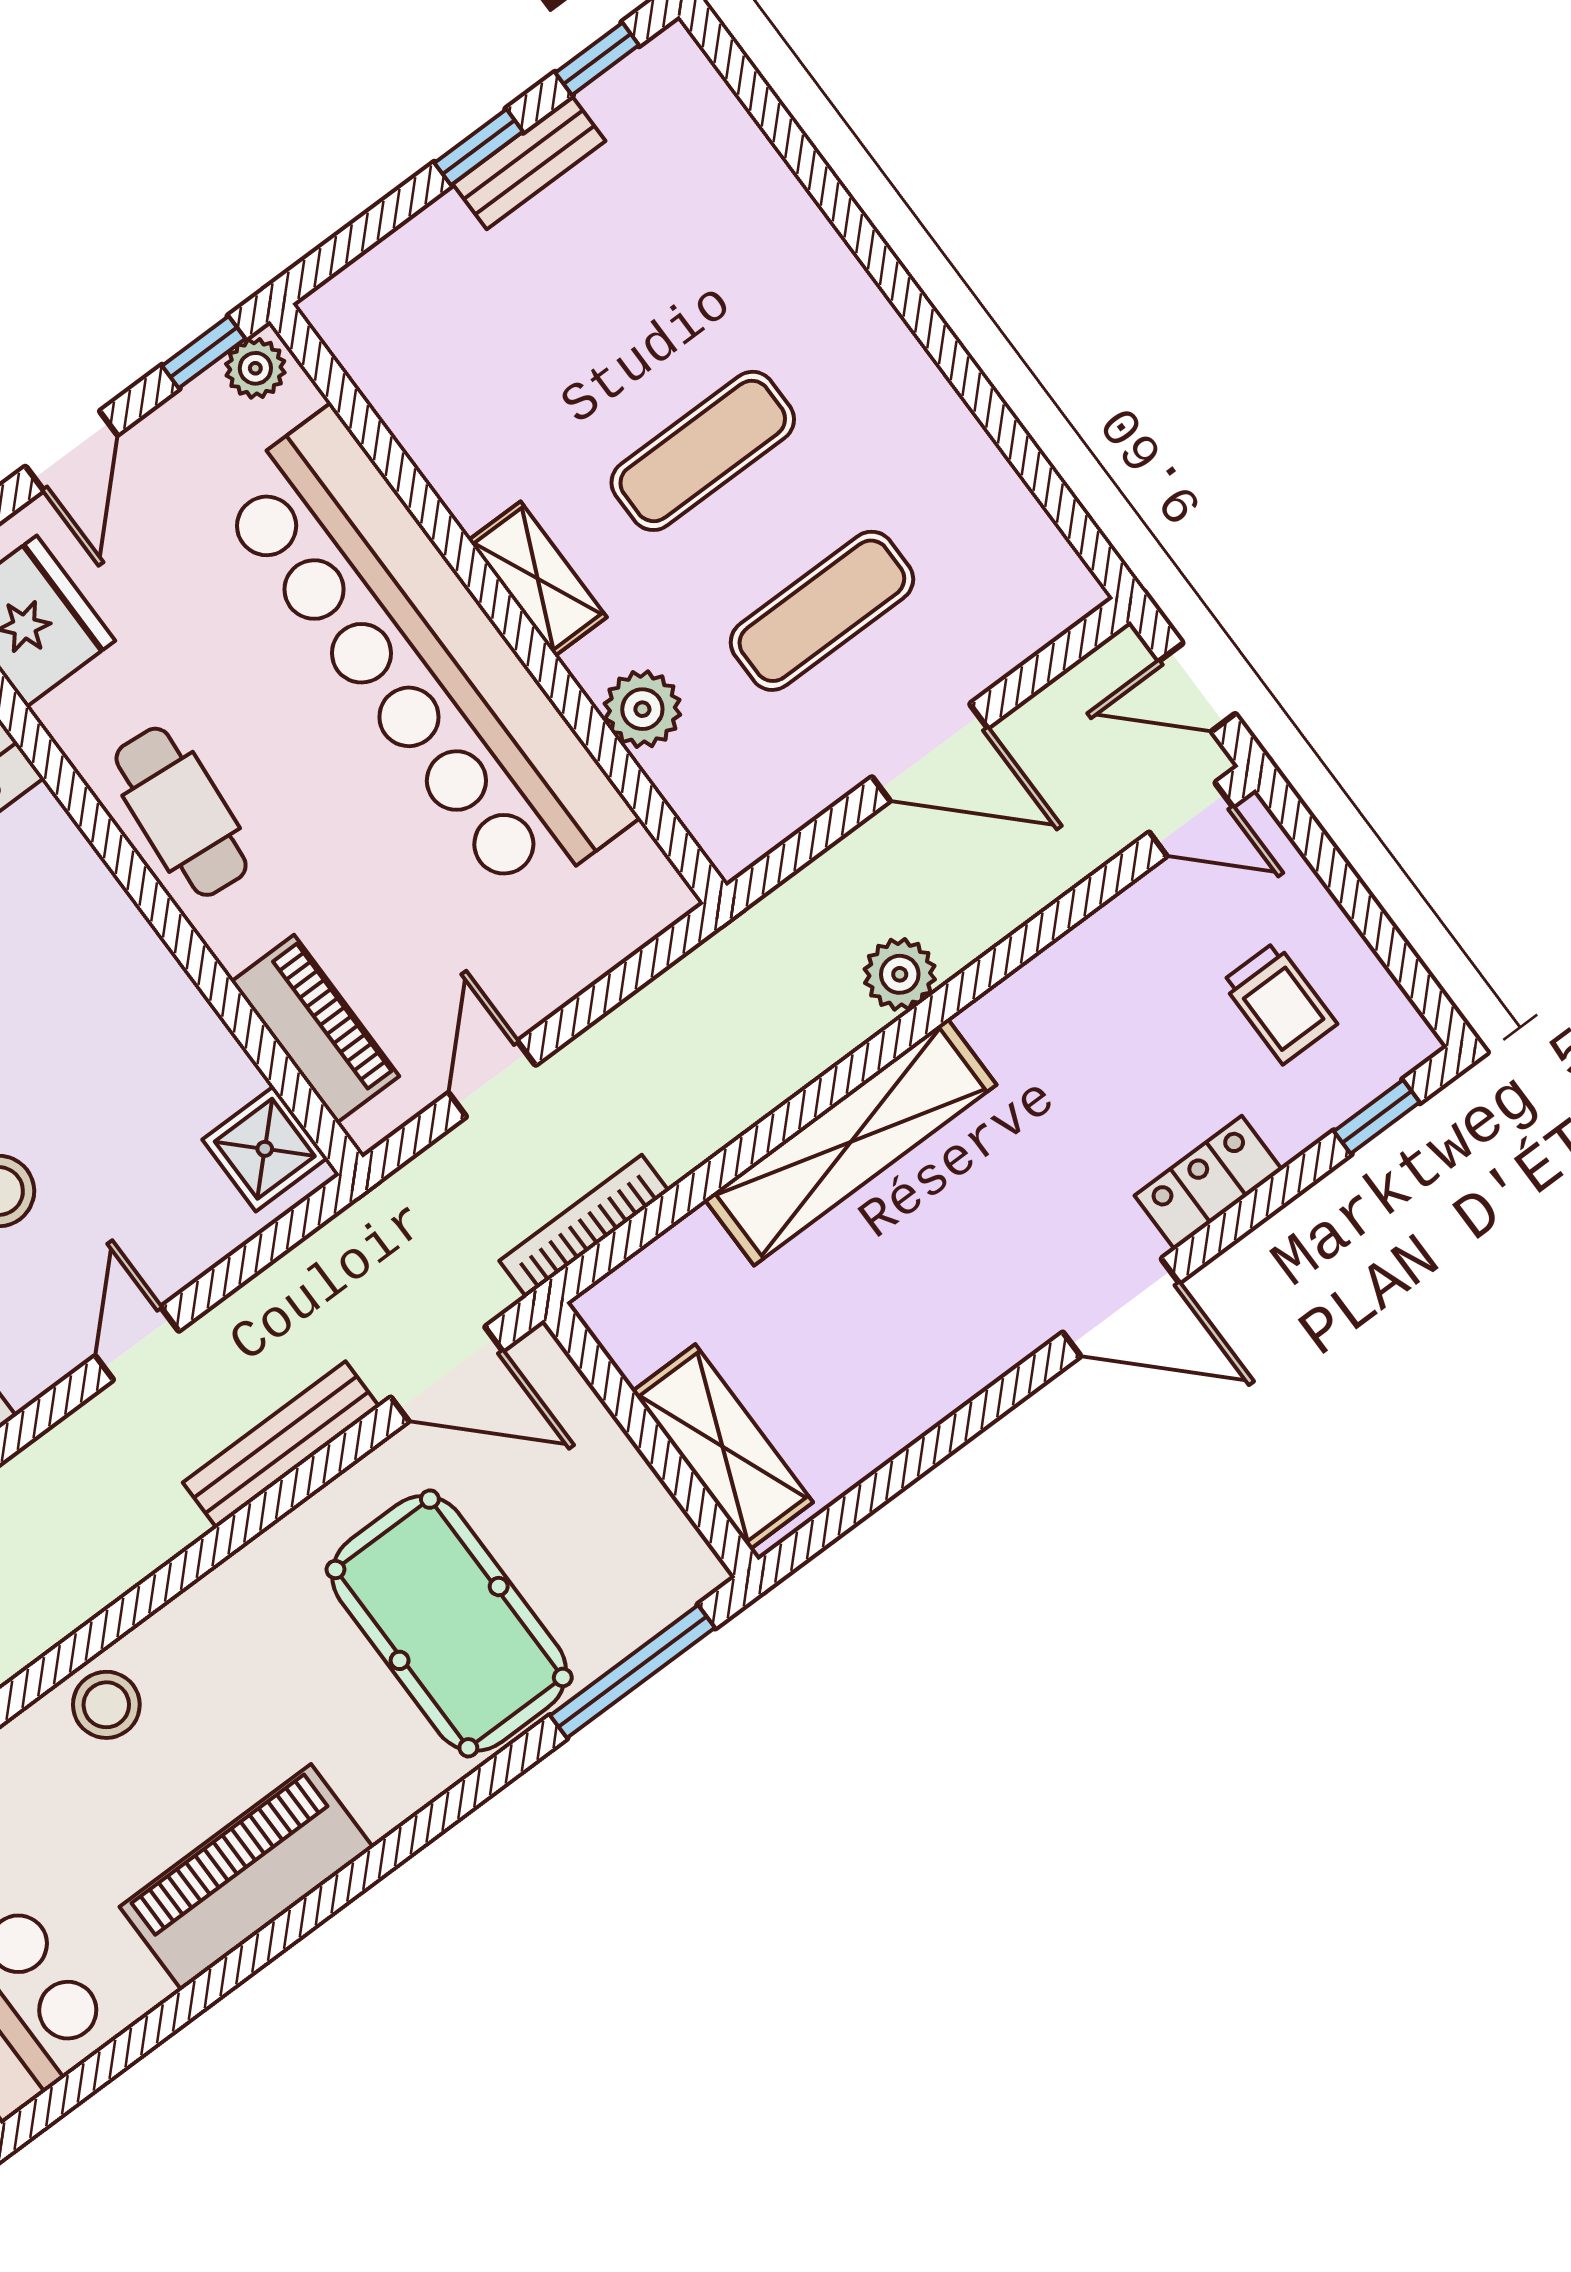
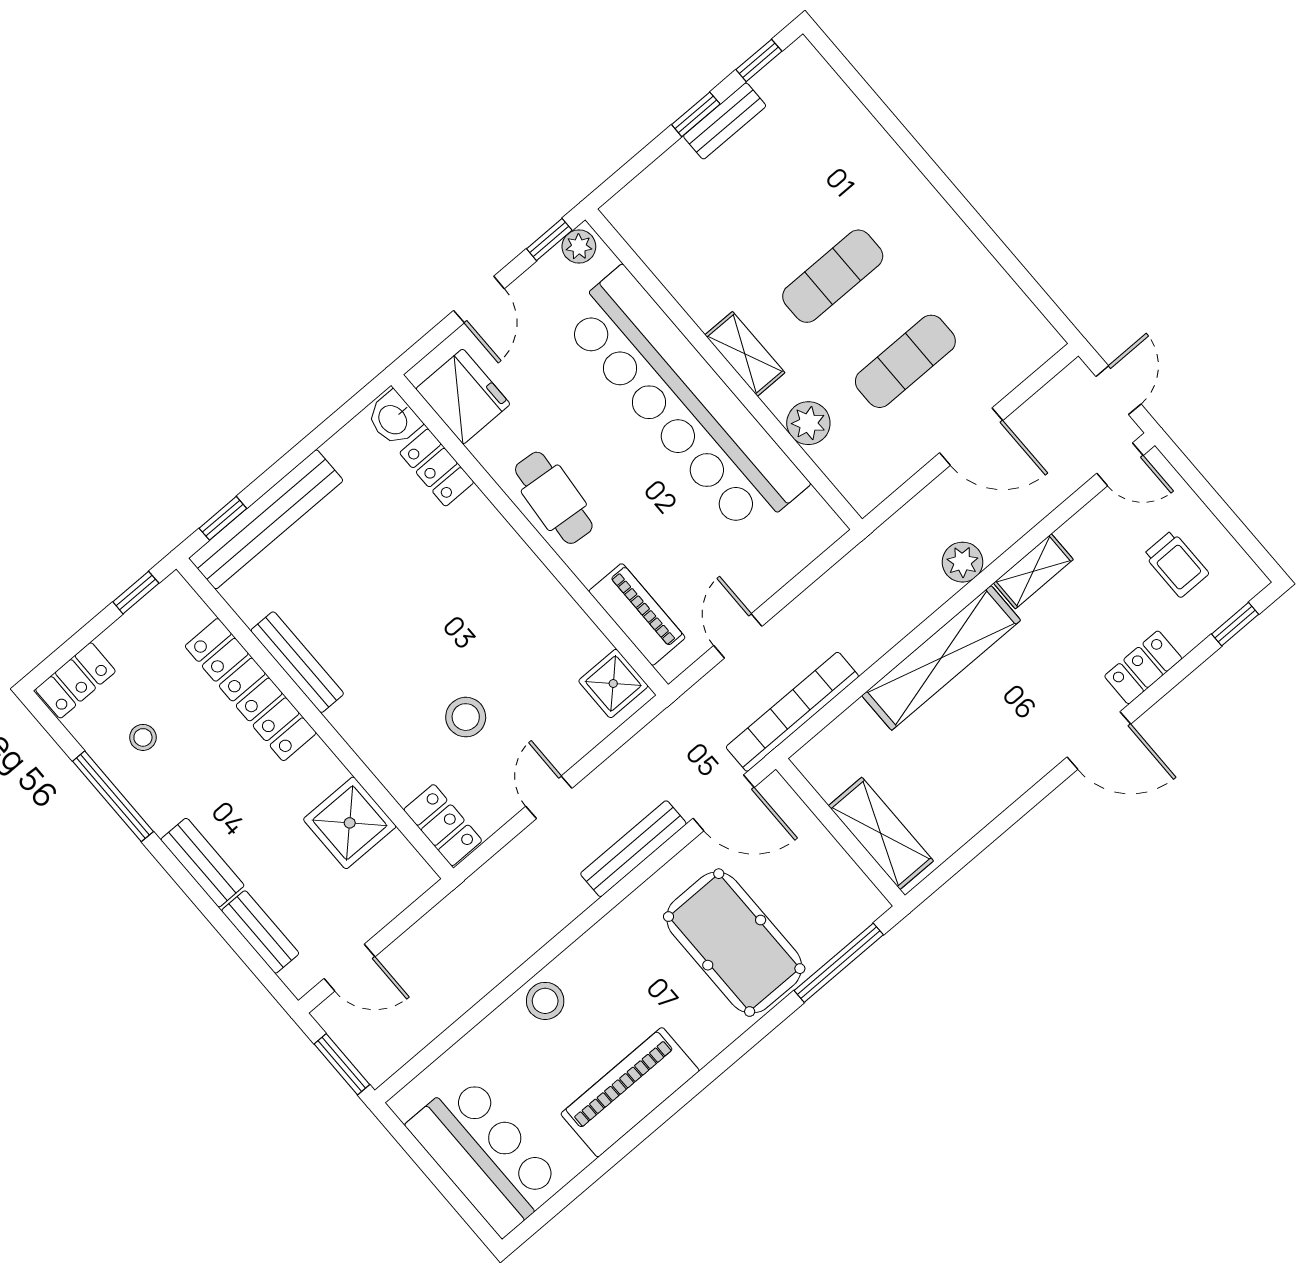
door: (1197, 687) -> (1118, 390), swing flipped
shelving: (1024, 999) -> (1033, 571), added
bookcase: (584, 1226) -> (792, 712), width x1.48, depth x1.31

